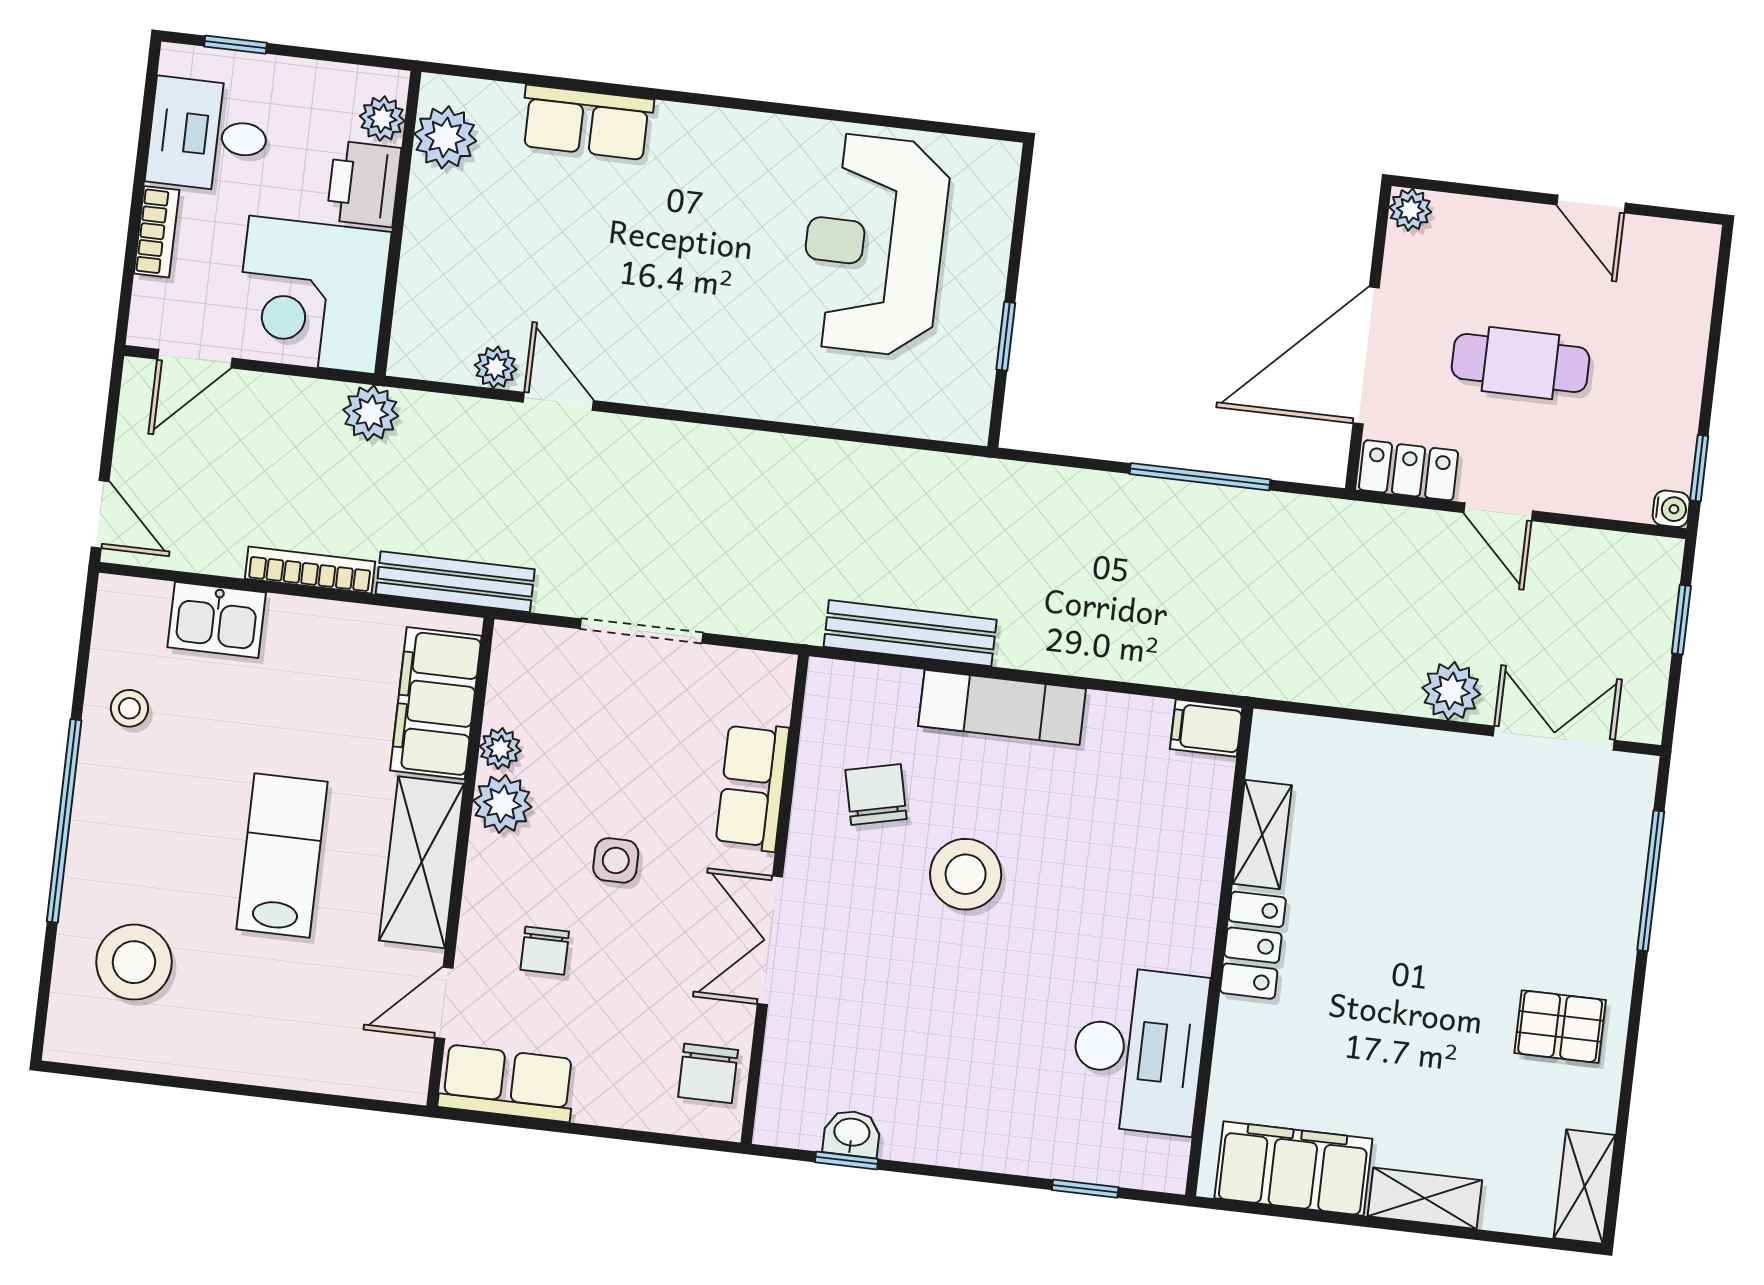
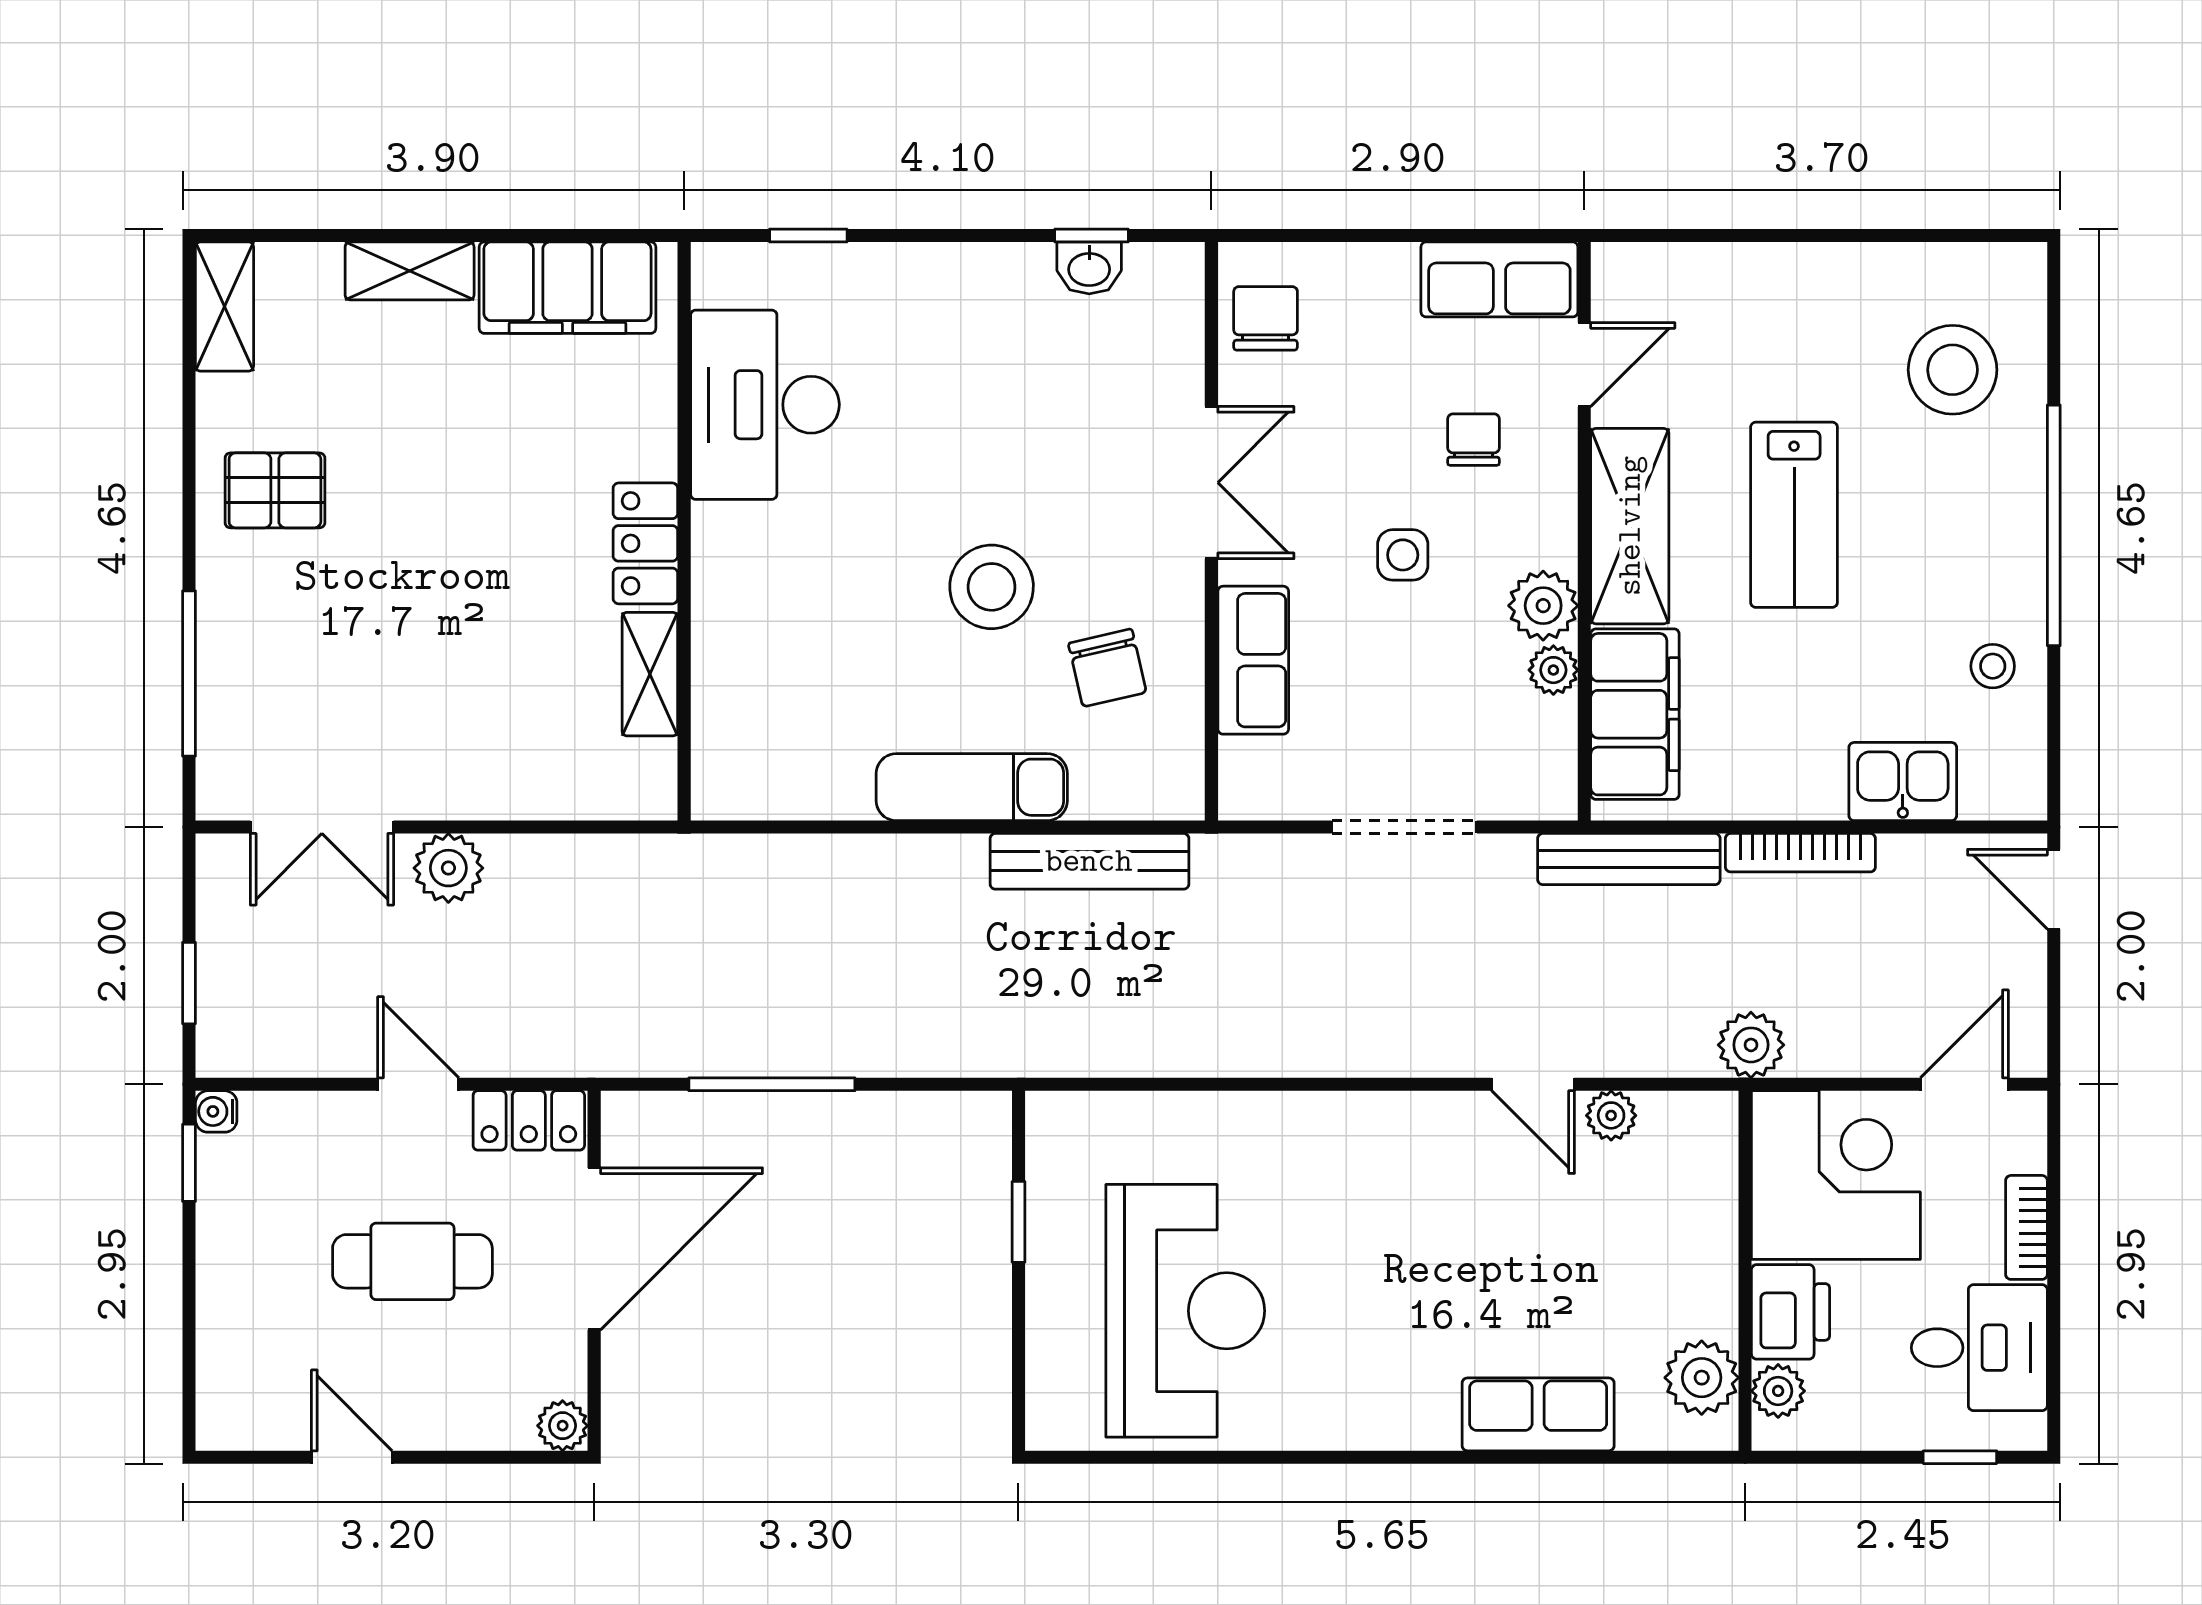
filing cabinet: (1206, 728) -> (730, 791), removed

